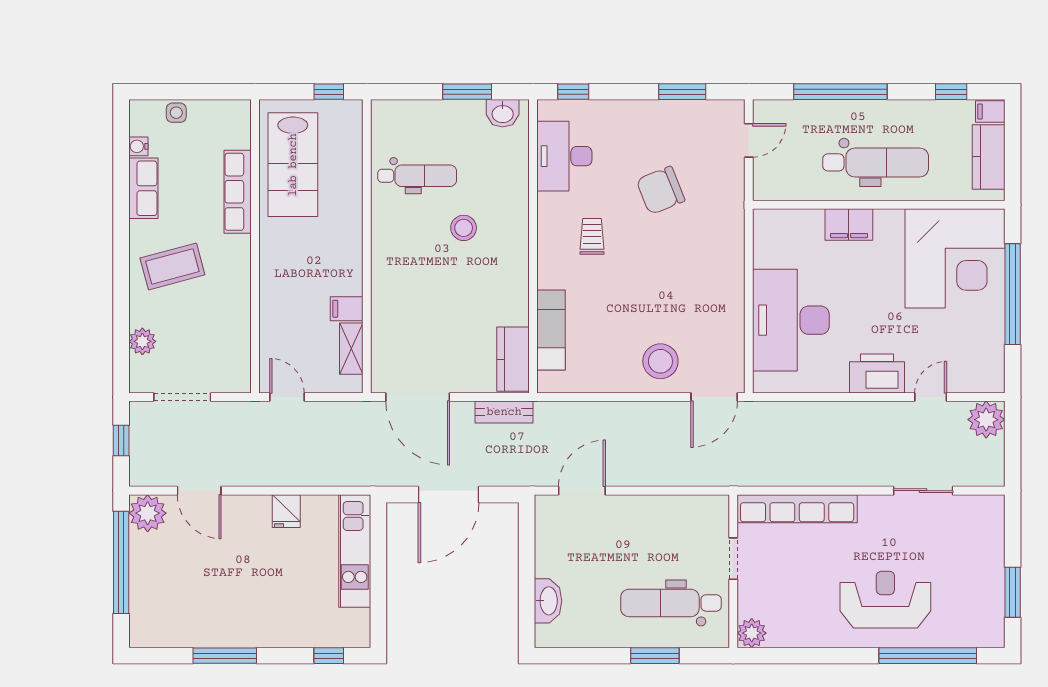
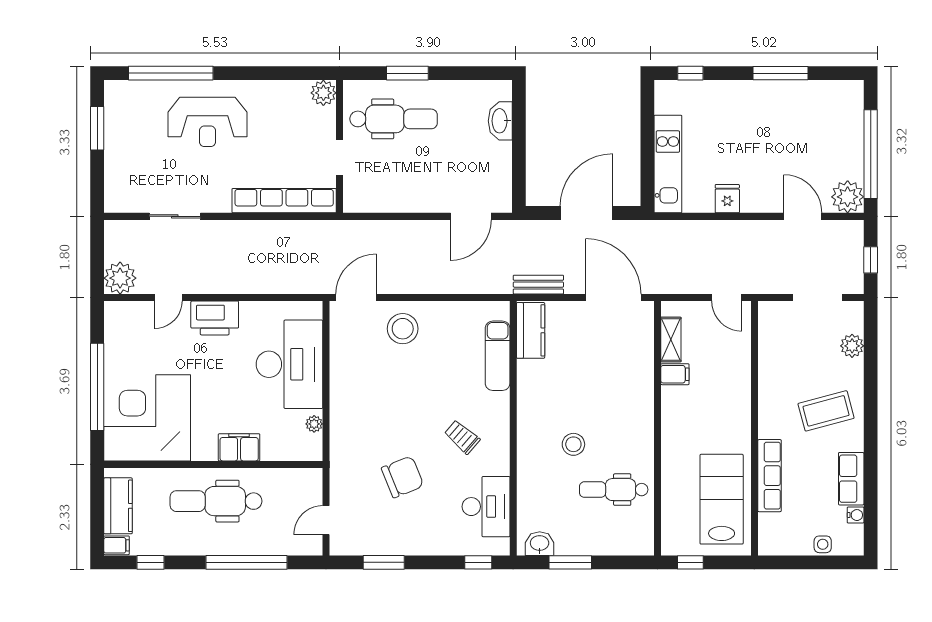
trolley: (592, 236) -> (462, 437), turned 131
plant: (762, 251) -> (314, 424), added

